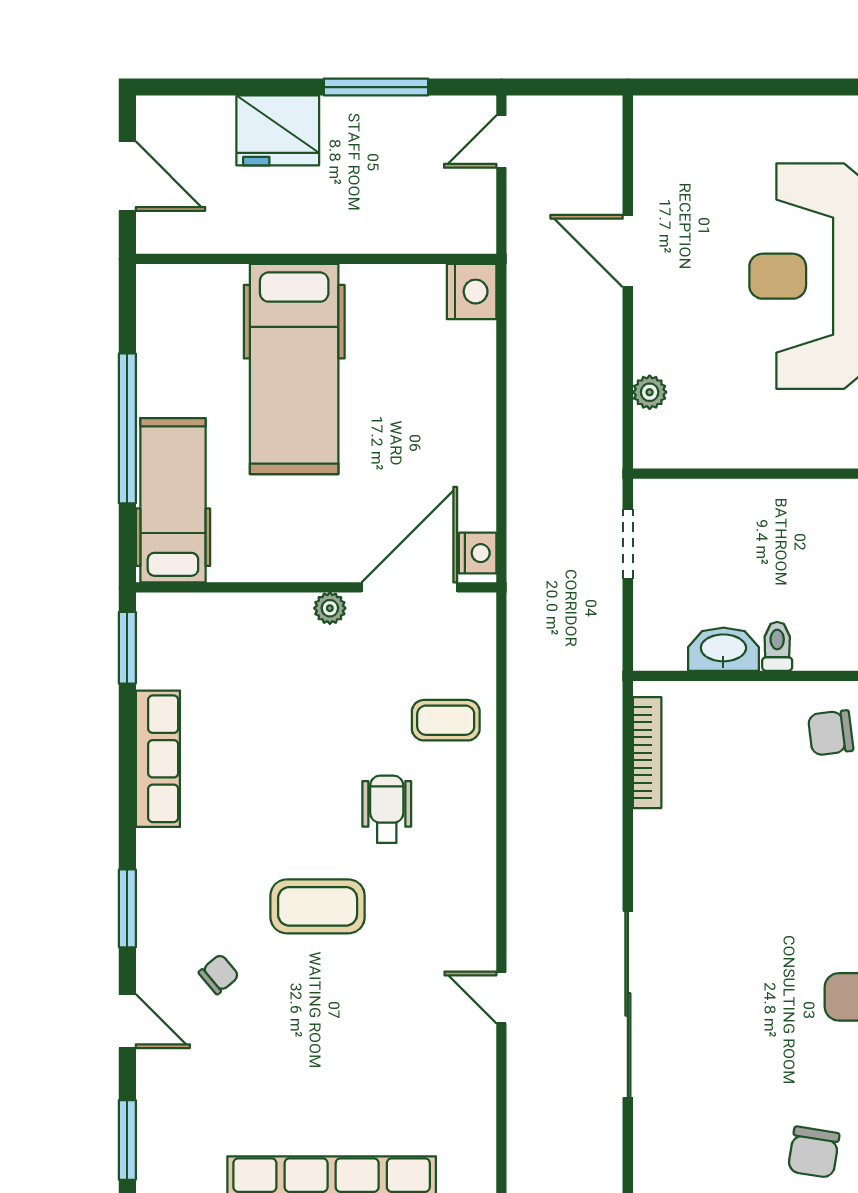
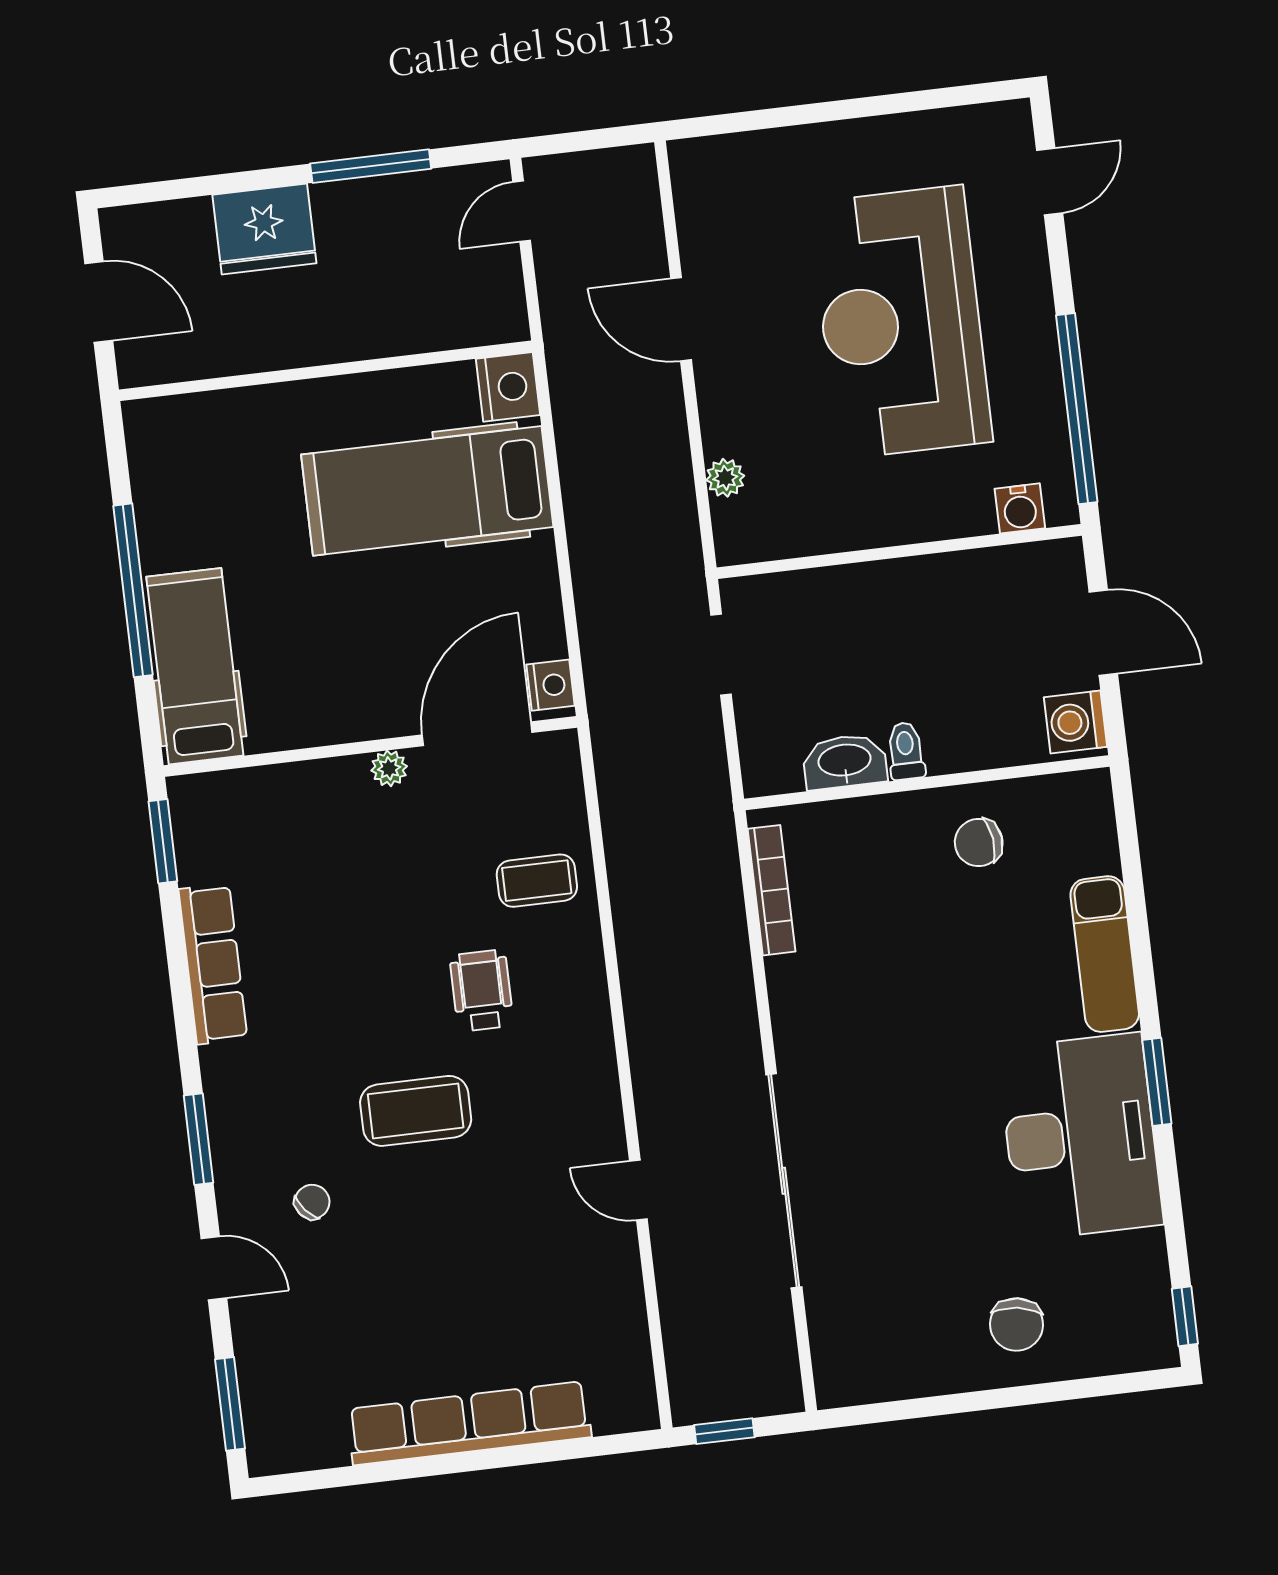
hospital bed: (294, 369) -> (427, 491), moved, turned 90

